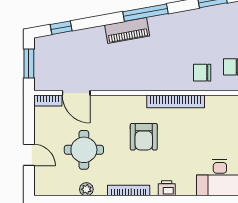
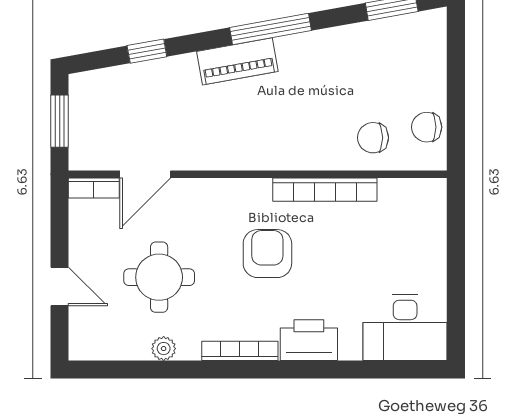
window: (61, 28) -> (147, 51), moved
door: (76, 93) -> (145, 174), hinge flipped
armchair: (144, 137) -> (267, 254), turned 180
printer: (167, 188) -> (309, 340), width x1.87, depth x1.48

